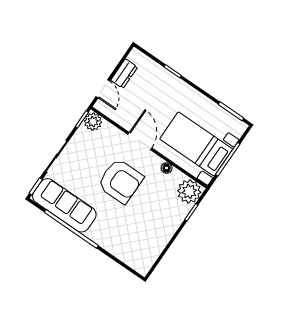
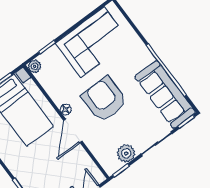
plant: (93, 122) -> (126, 153), moved
floor lamp: (167, 168) -> (66, 110), moved
plant: (189, 191) -> (35, 66), width x0.53, depth x0.53
corner sofa: (150, 231) -> (92, 42), added

